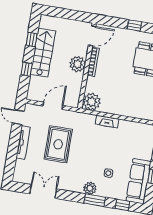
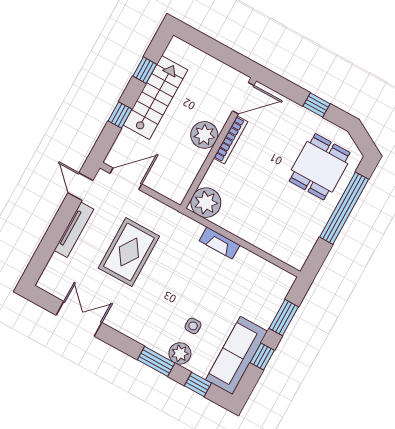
door: (53, 106) -> (126, 179), moved
plant: (90, 188) -> (180, 353), moved

